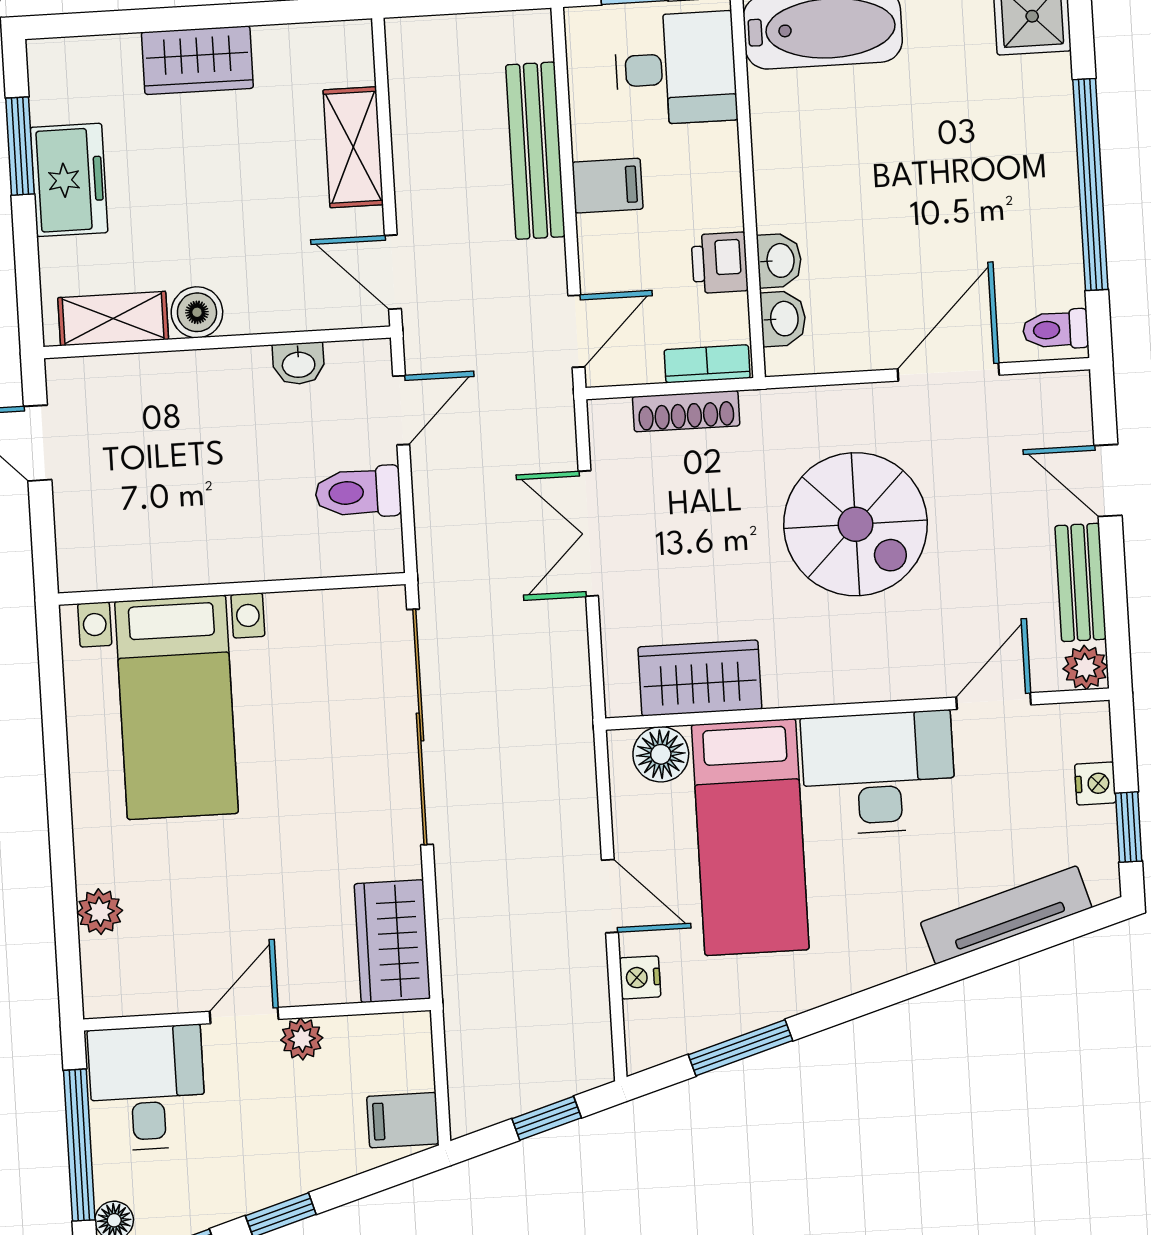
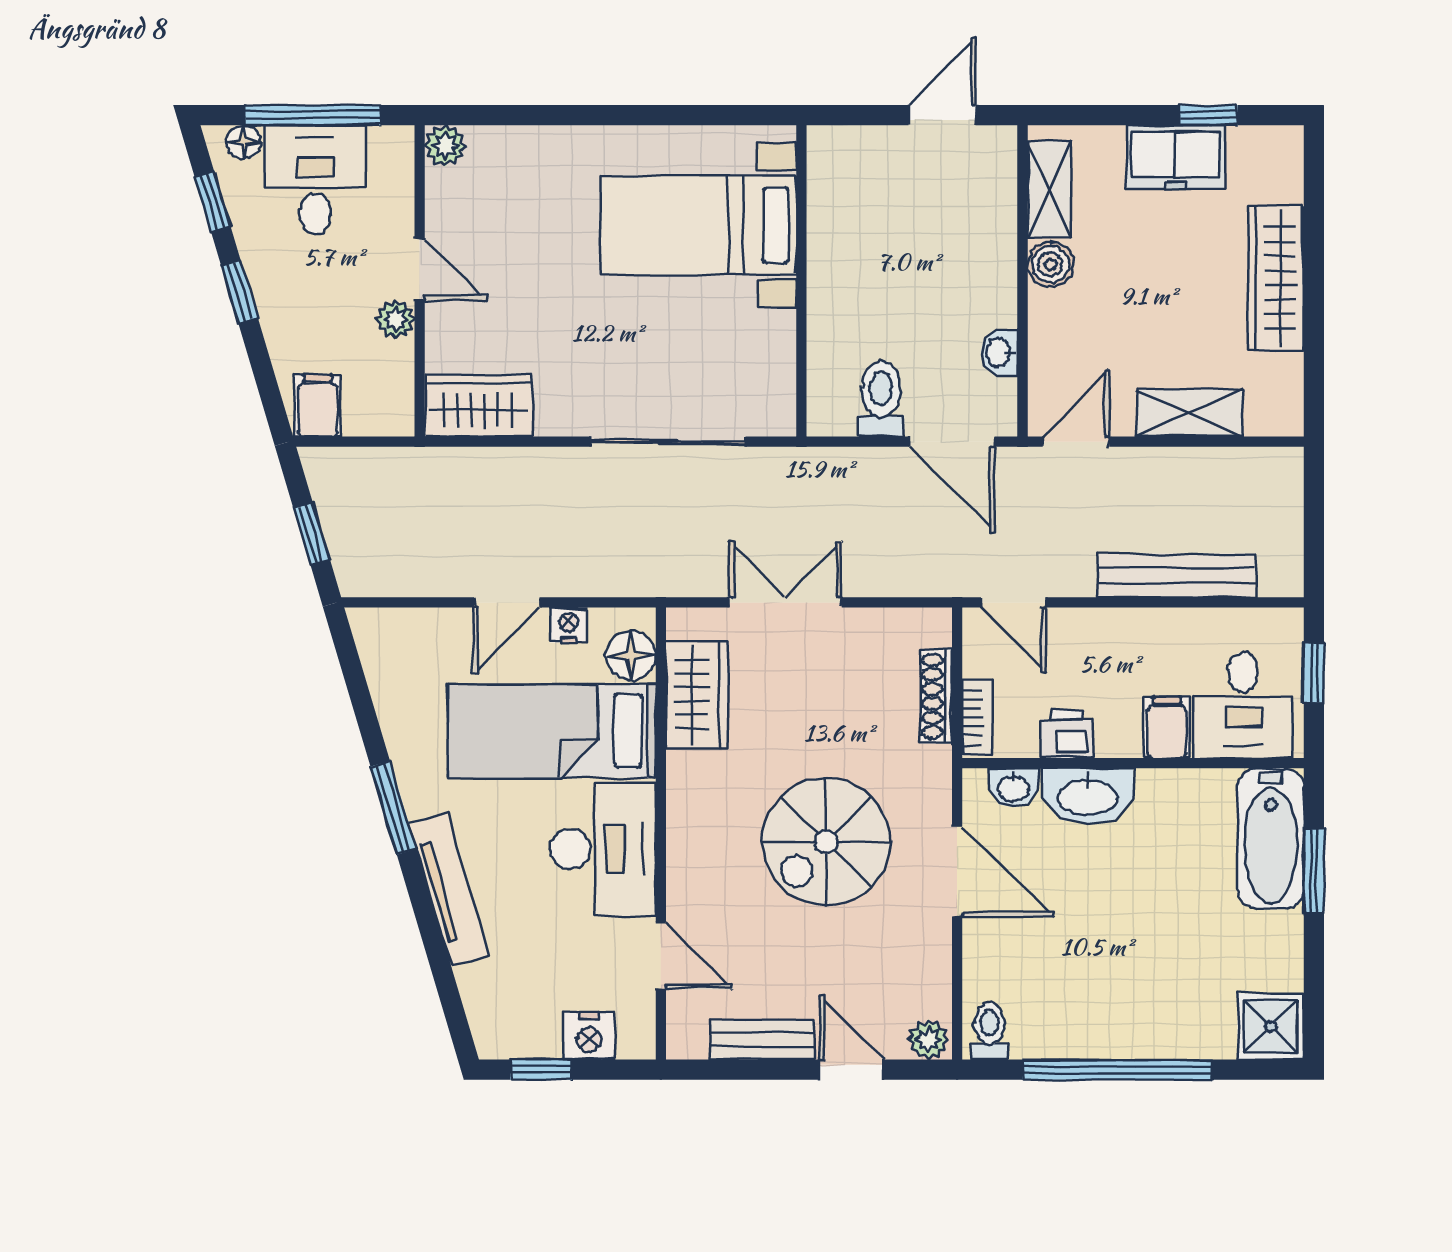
wardrobe: (197, 60) -> (1276, 278), width x1.50
window: (20, 146) -> (1208, 115), width x0.67
filing cabinet: (607, 186) -> (1167, 728), moved, turned 180
washbasin: (779, 261) -> (1088, 796), width x1.91, depth x1.45
door: (948, 372) -> (957, 872), moved
door: (401, 410) -> (952, 442), width x1.38
door: (1108, 480) -> (852, 1070), hinge flipped
double door: (588, 533) -> (786, 602), moved
plant: (1085, 667) -> (928, 1039), moved
sliding door: (420, 727) -> (668, 442), width x0.73
nightstand: (1095, 783) -> (589, 1036), width x1.39, depth x1.35
plant: (100, 912) -> (445, 146), moved
tv unit: (1006, 915) -> (449, 889), moved
nightstand: (640, 977) -> (568, 625), moved
window: (740, 1048) -> (393, 808), moved
desk: (147, 1088) -> (315, 180), moved, turned -90

